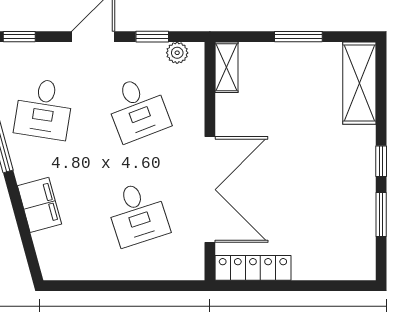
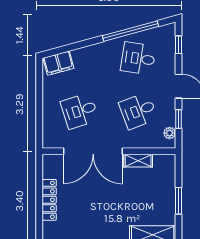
shelving: (227, 67) -> (138, 161), moved
filing cabinet: (39, 205) -> (58, 63), moved
locker: (253, 268) -> (49, 200), moved

